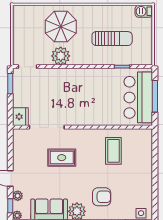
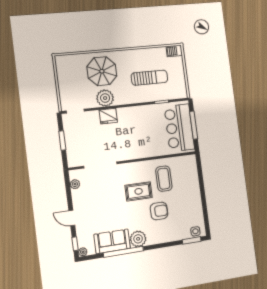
window: (10, 84) -> (62, 140), moved
fridge: (20, 117) -> (108, 116), moved, turned 90
rug: (62, 158) -> (139, 191), moved
plant: (18, 196) -> (75, 184), moved
armchair: (102, 197) -> (159, 211), moved

